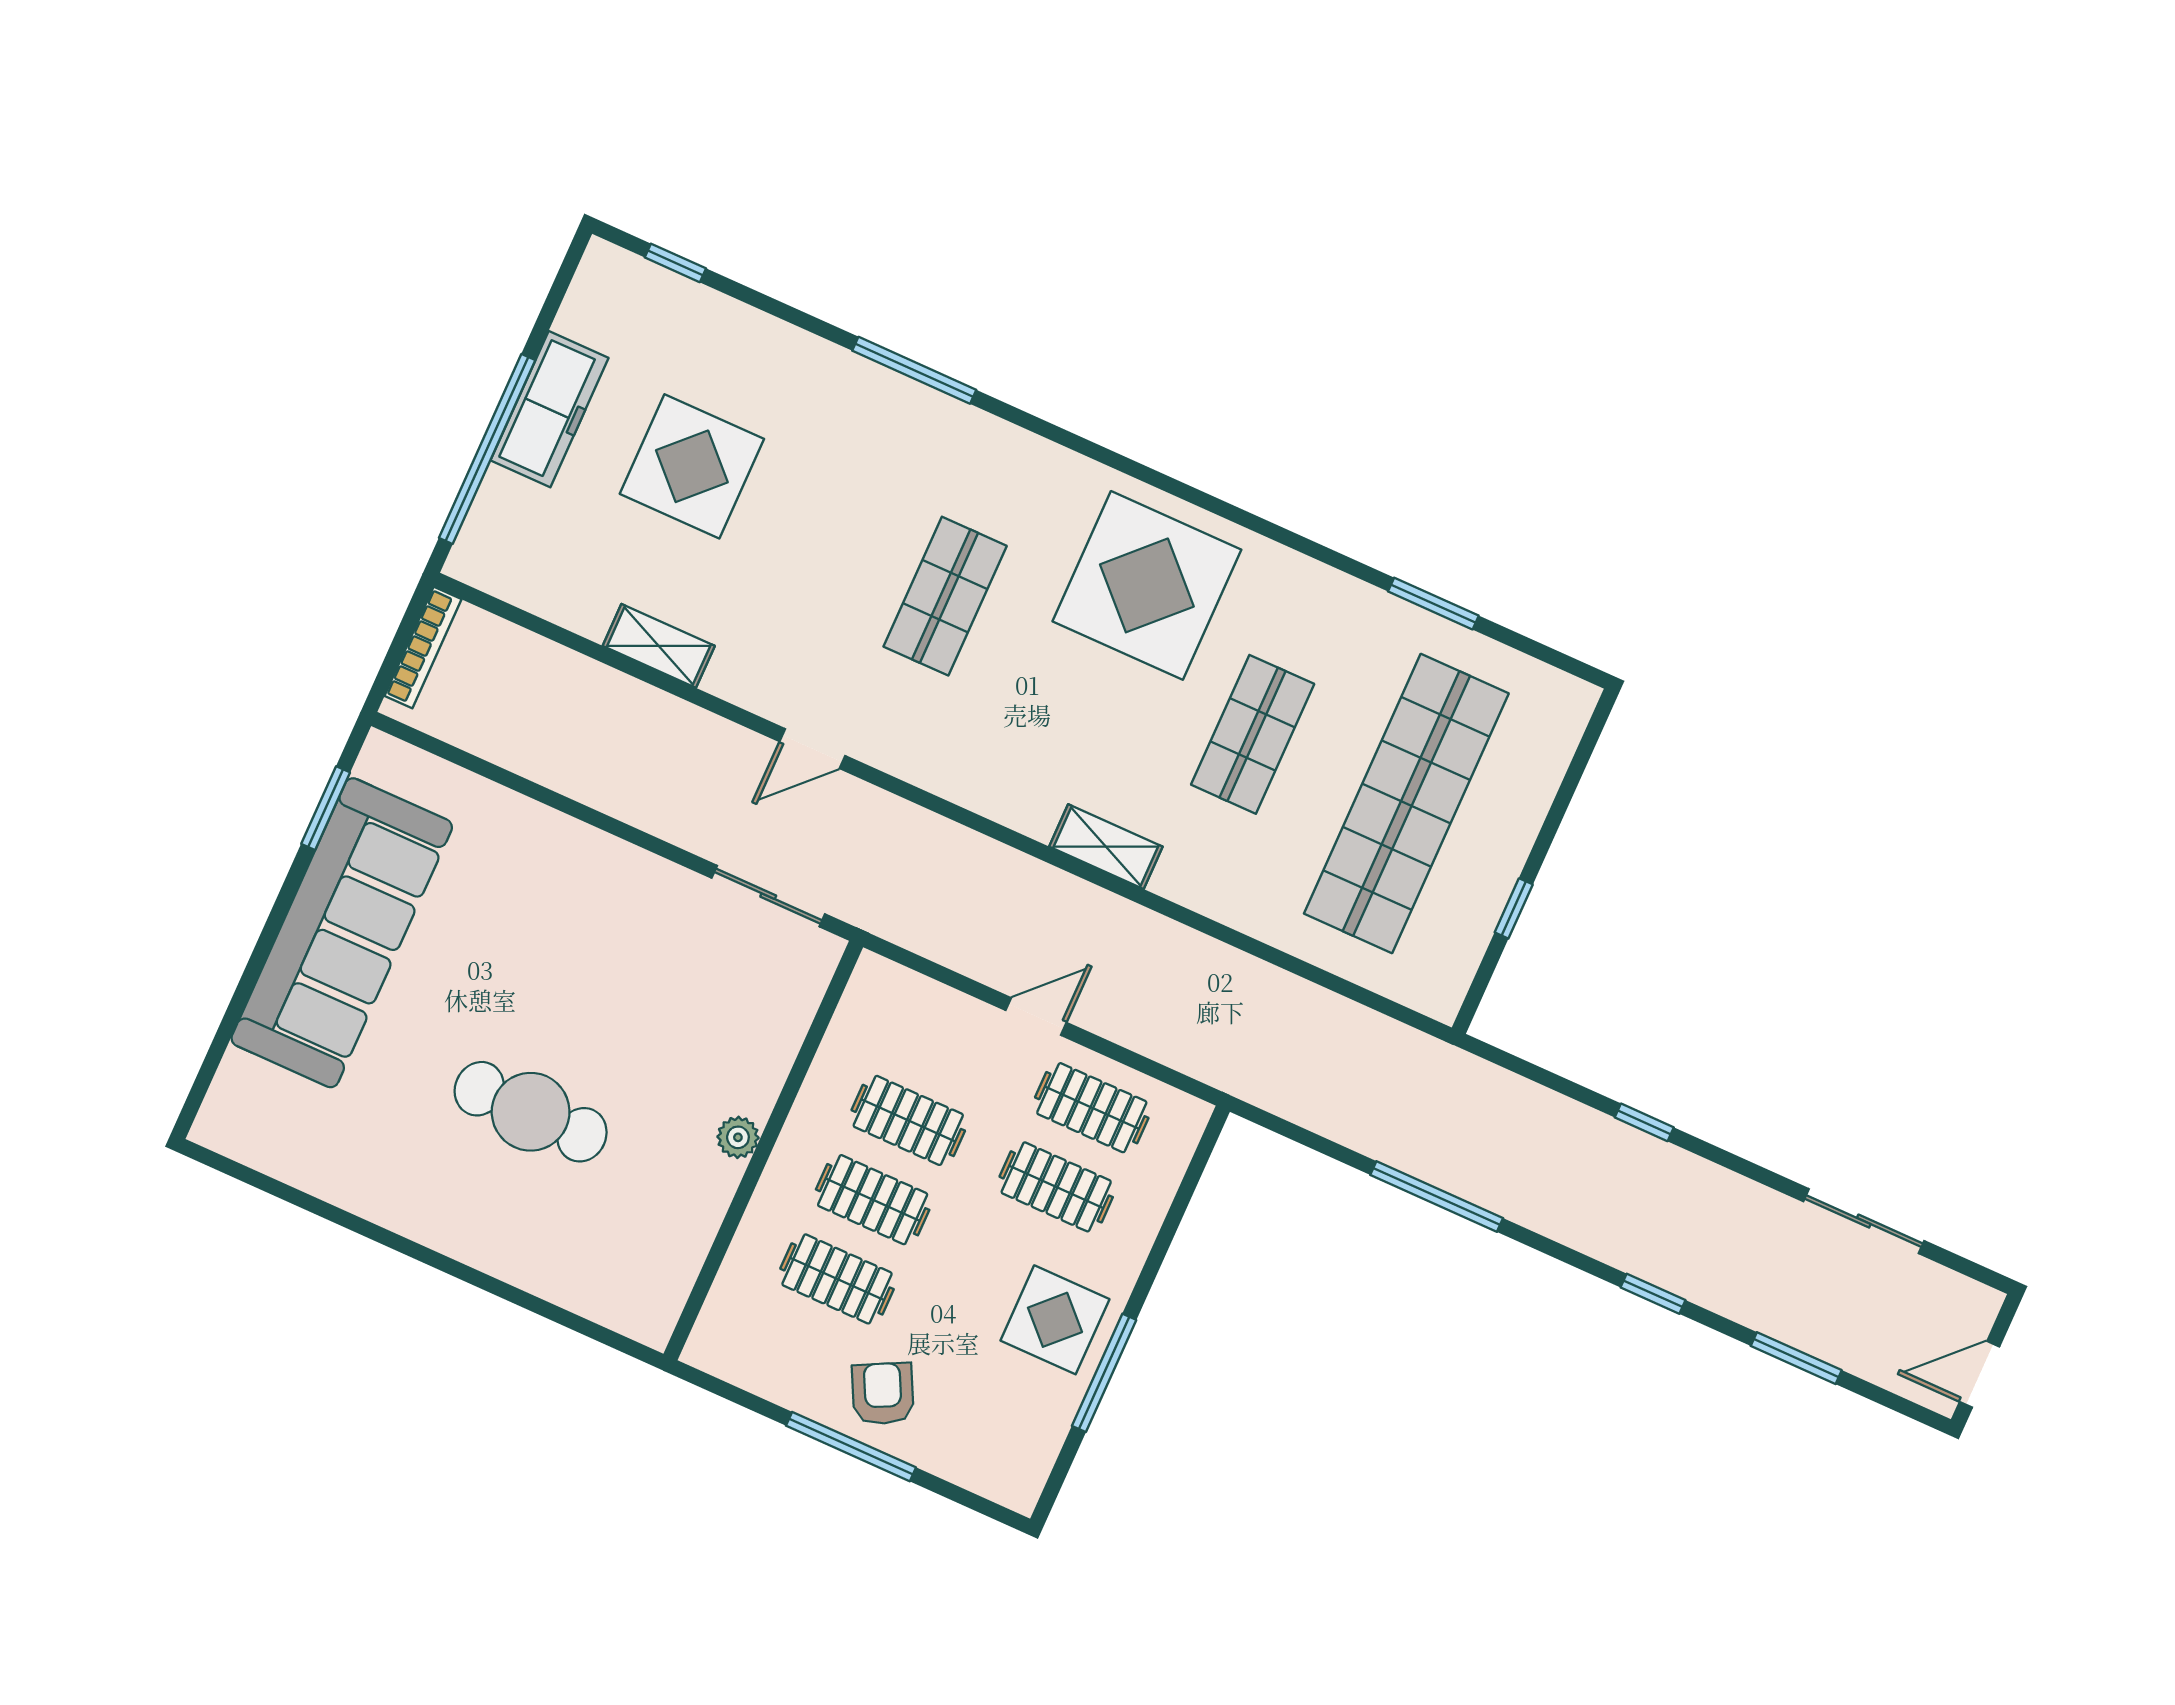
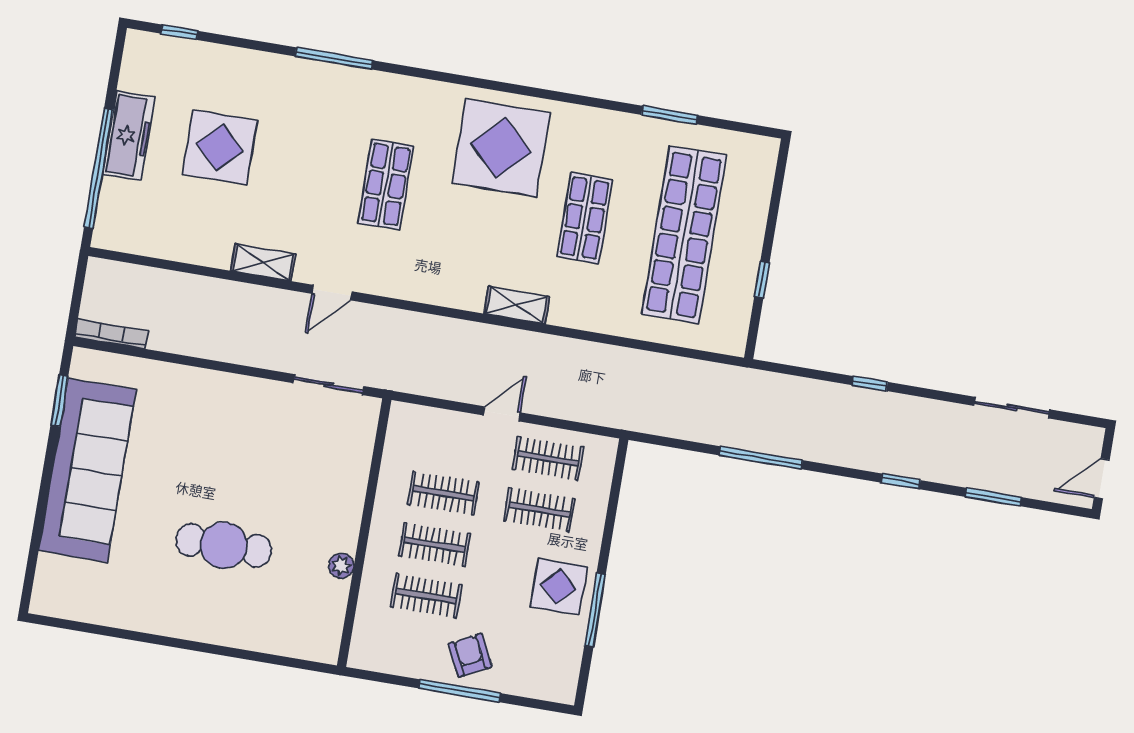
shelving: (659, 646) -> (263, 262), moved
bookcase: (423, 648) -> (112, 334), moved, turned -90
plant: (738, 1137) -> (341, 566), moved

